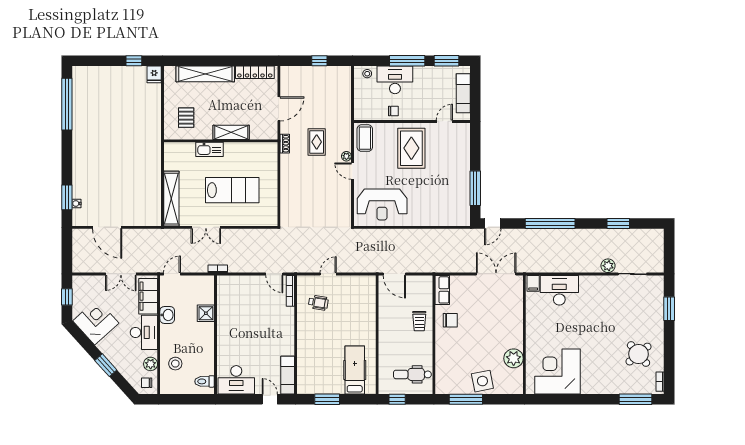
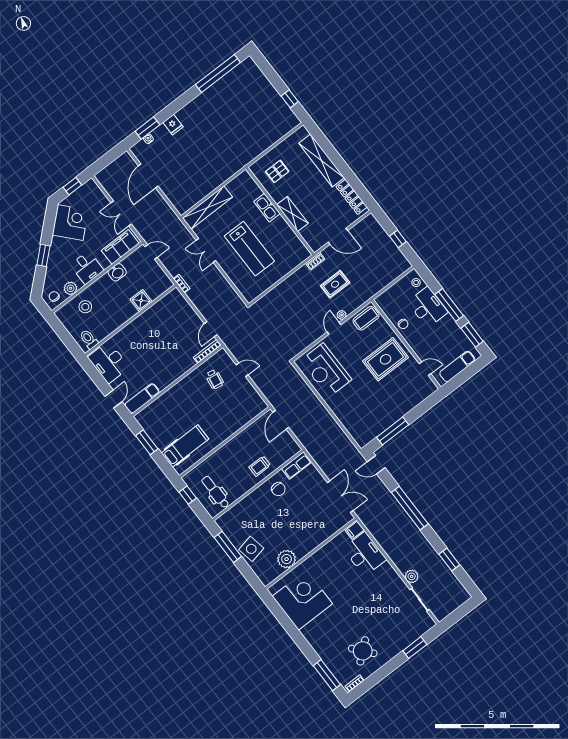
fridge: (154, 74) -> (173, 125), moved, turned -90
desk: (144, 332) -> (87, 268), width x0.73

